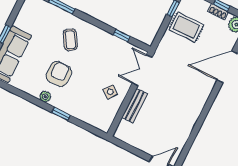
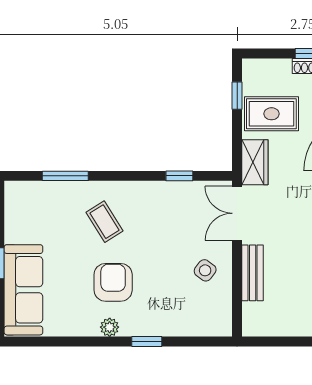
wardrobe: (165, 48) -> (255, 162), added

